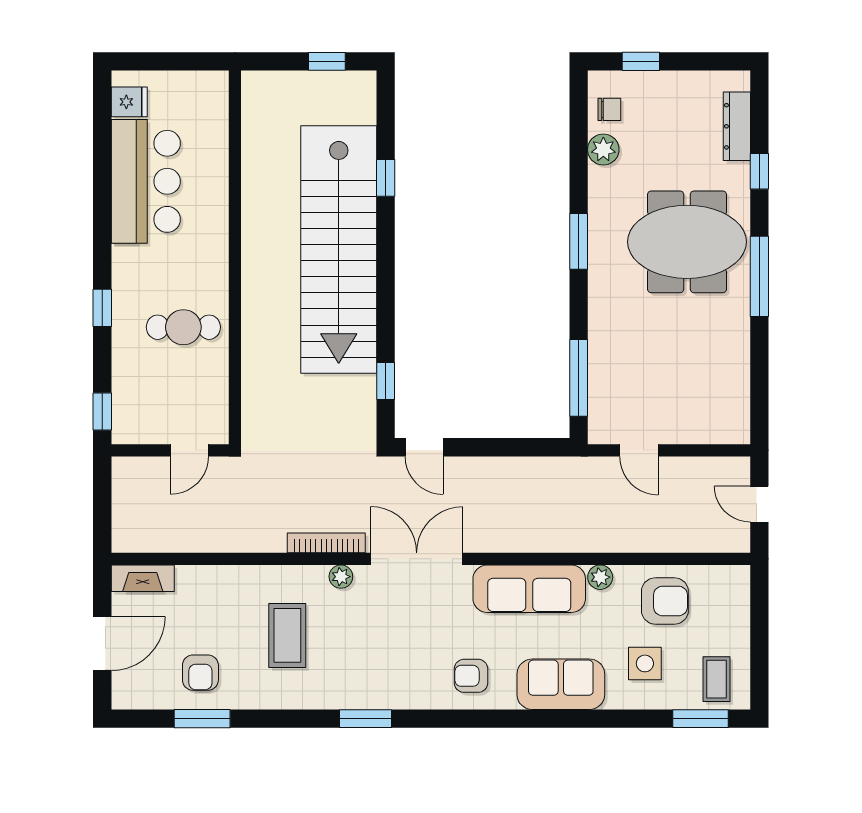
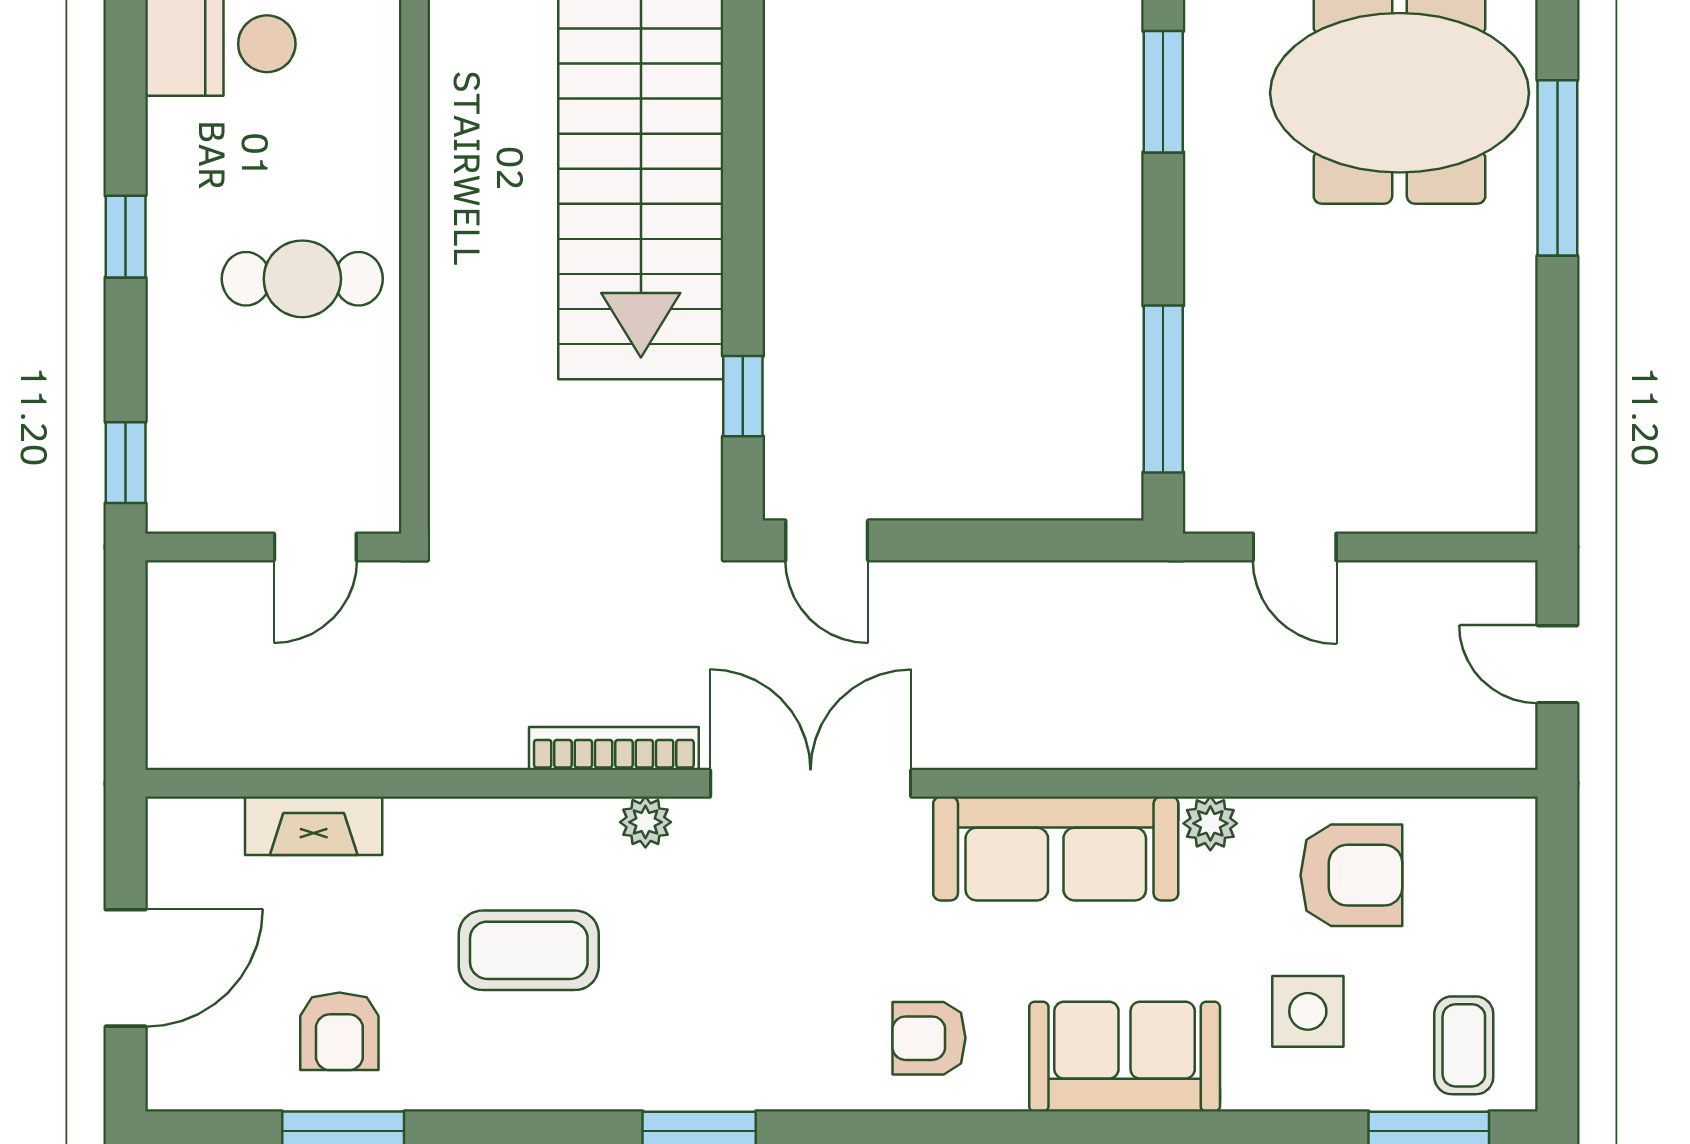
fireplace: (143, 578) -> (314, 826), moved
coffee table: (287, 635) -> (529, 950), turned 90

